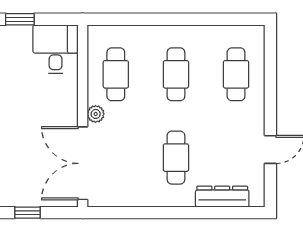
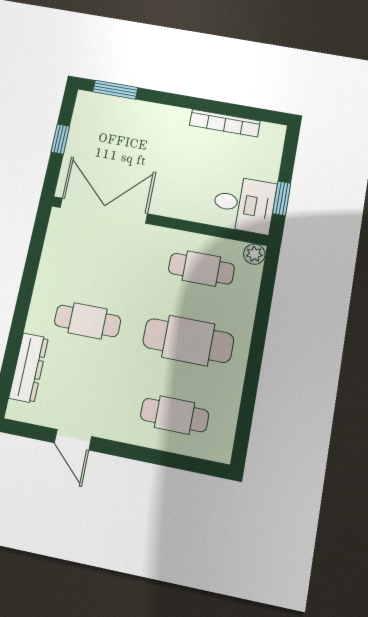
window: (20, 19) -> (282, 198), moved
cafe table: (176, 74) -> (188, 341), width x1.37, depth x1.35
plant: (96, 114) -> (254, 254), moved

